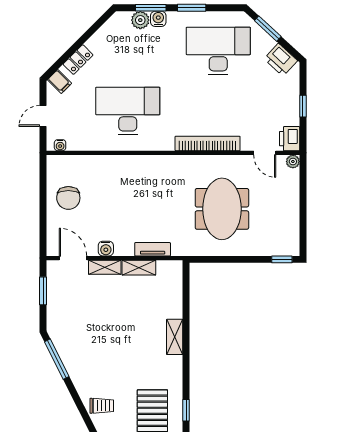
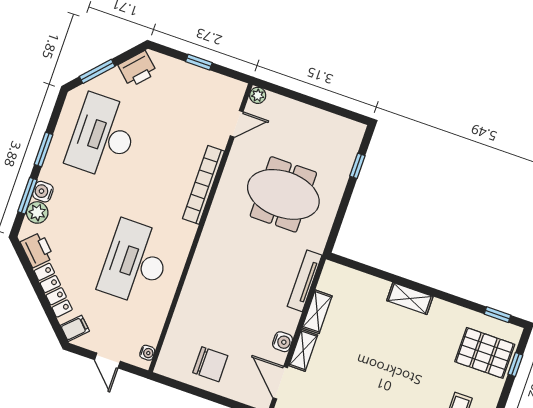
locker: (78, 60) -> (53, 290), width x1.53
printer: (290, 139) -> (37, 250), moved, turned -135
tv unit: (153, 249) -> (305, 281), width x1.41
door: (73, 258) -> (280, 383), hinge flipped
window: (282, 259) -> (357, 166), moved

